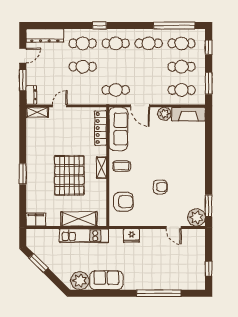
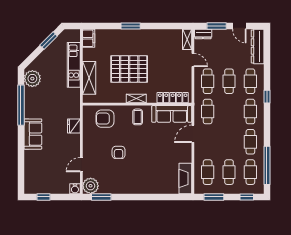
cafe table: (83, 90) -> (208, 81), added
plant: (164, 114) -> (186, 156), removed
armchair: (123, 202) -> (105, 119), turned 90
water cooler: (200, 234) -> (75, 189), added
kitchen unit: (84, 236) -> (74, 65), moved
sofa: (106, 280) -> (33, 134), moved
window: (159, 293) -> (21, 105), moved

